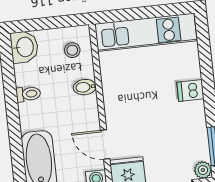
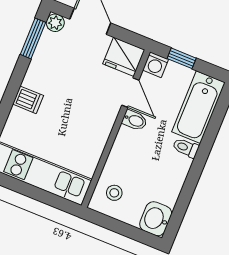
bidet: (85, 87) -> (135, 120), moved
toilet: (28, 94) -> (186, 148), moved

